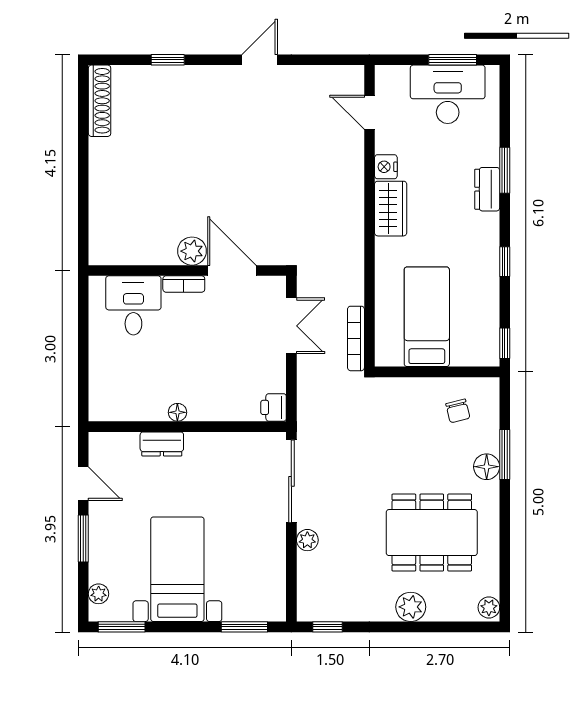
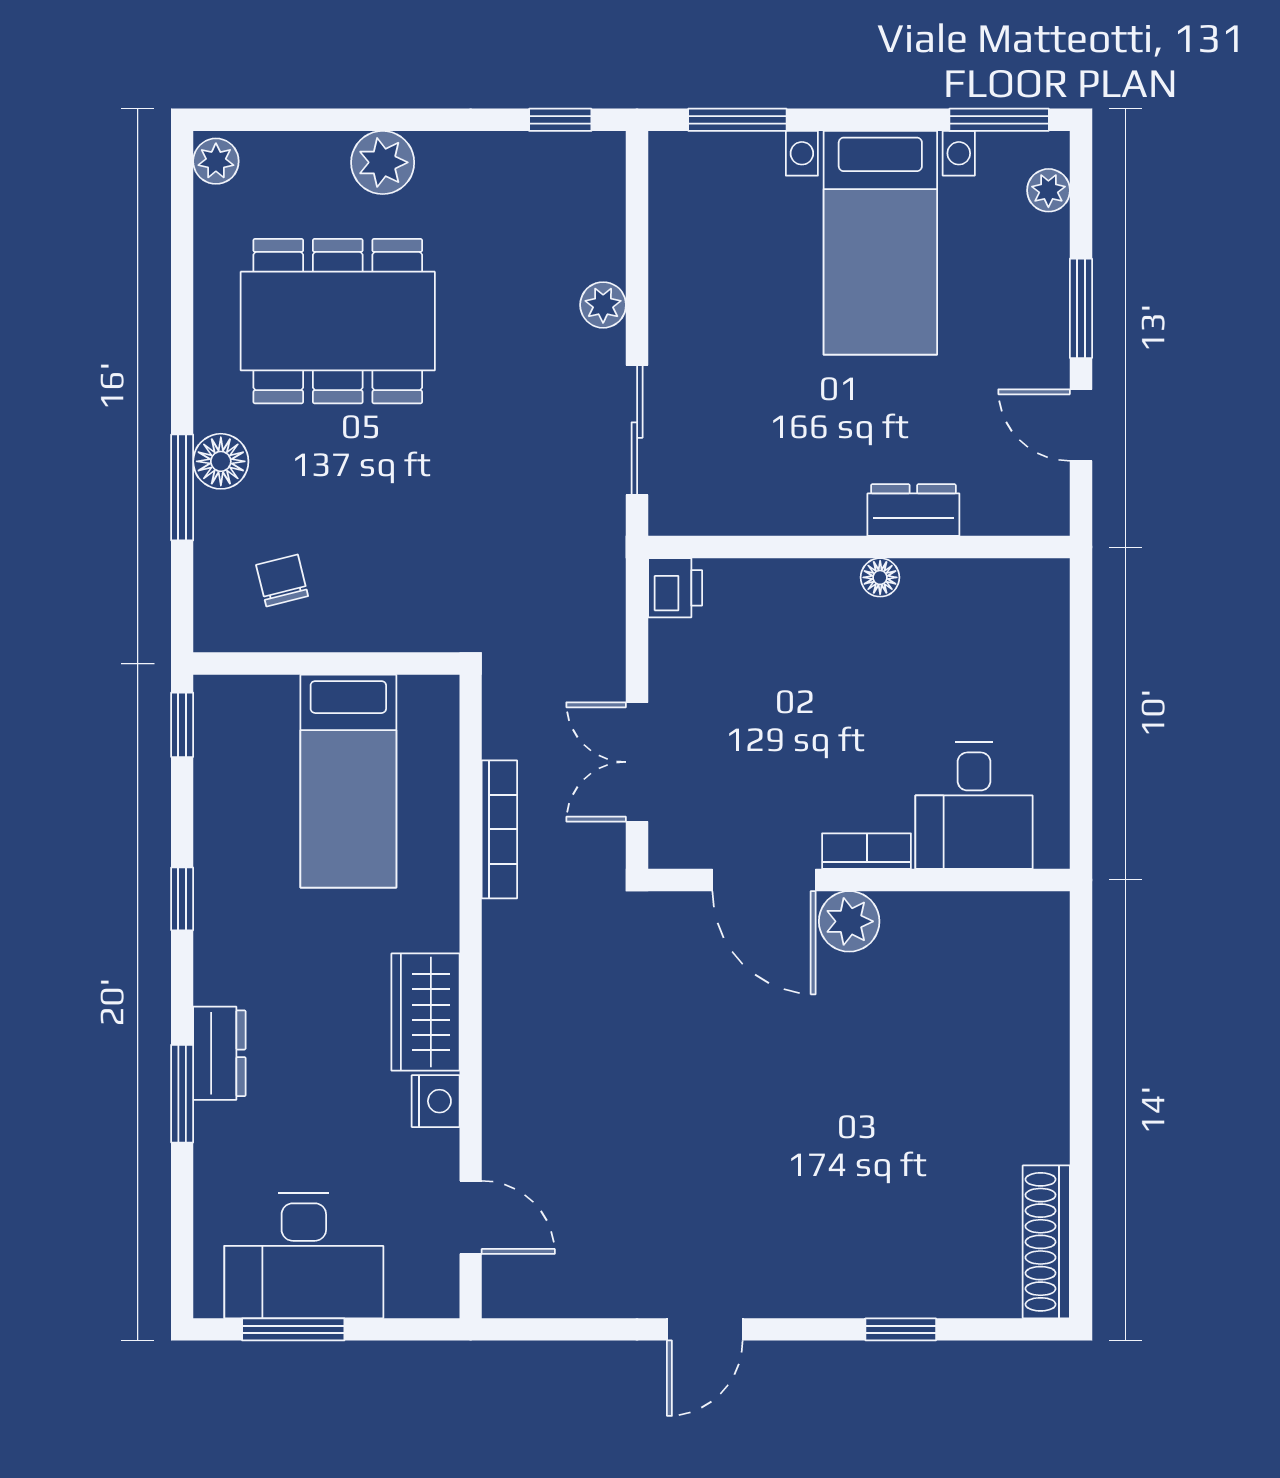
bookcase: (356, 338) -> (499, 829), moved
sliding door: (291, 481) -> (637, 430), width x0.73

